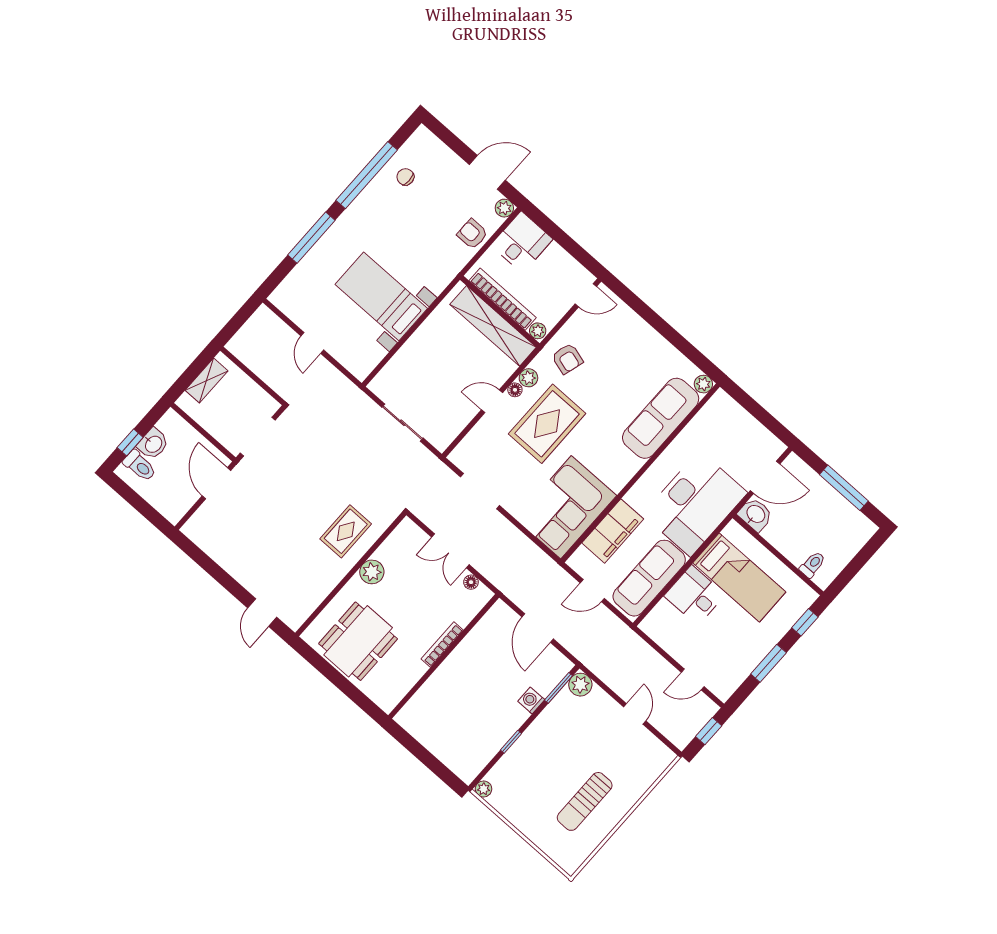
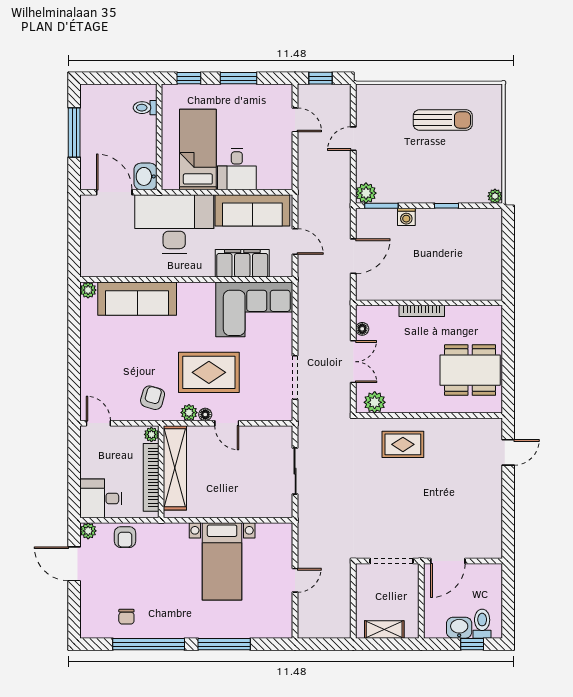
plant: (372, 572) -> (375, 402), moved

